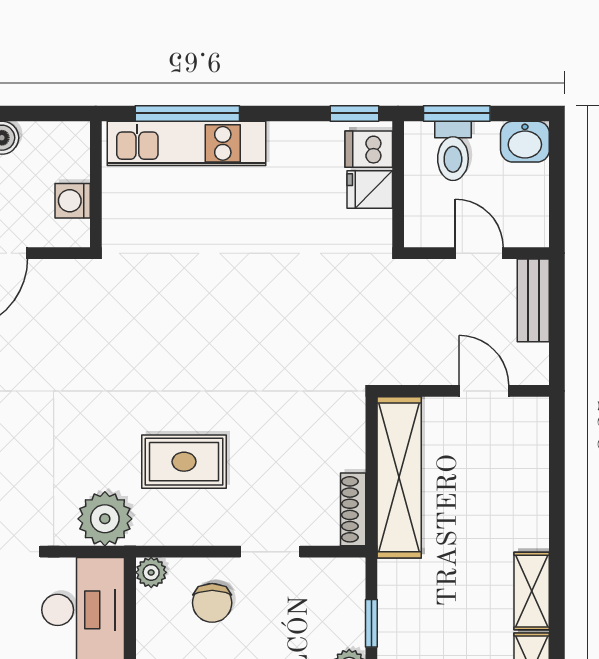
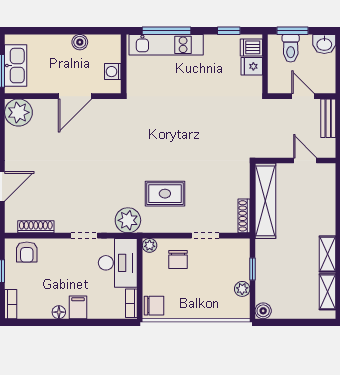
window: (355, 113) -> (229, 31), moved

